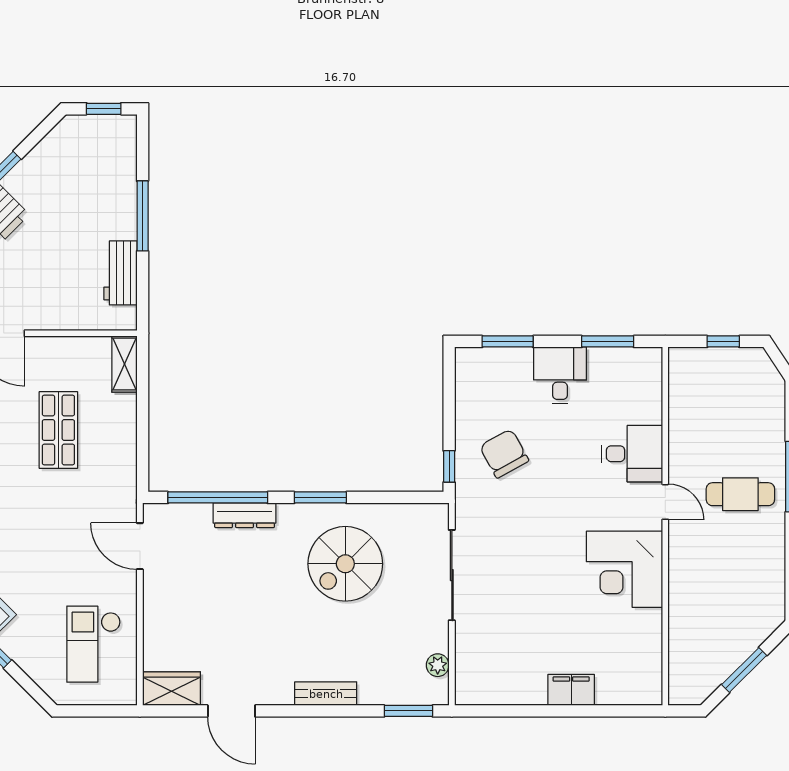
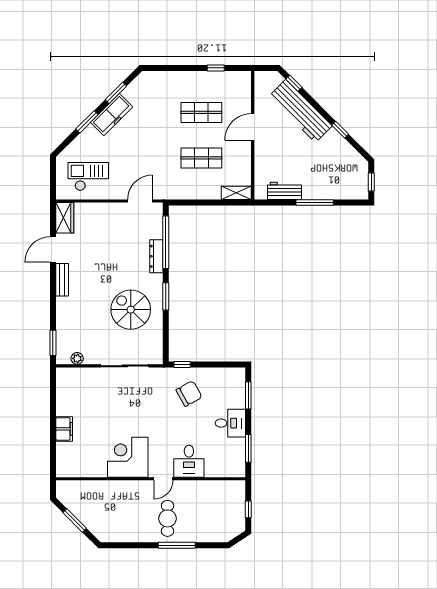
bench: (326, 694) -> (62, 280), moved

